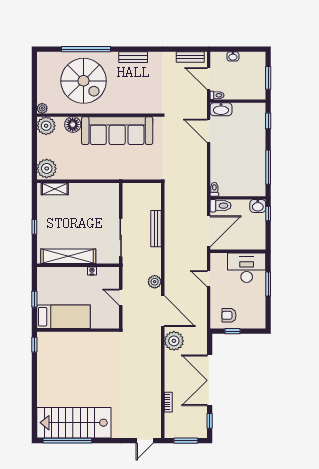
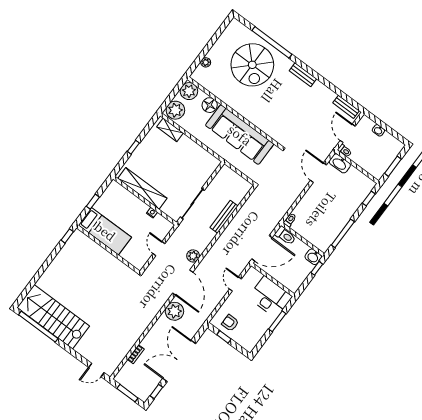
wall: (99, 115) -> (235, 113), moved
floor lamp: (73, 125) -> (210, 105), moved
plant: (46, 126) -> (189, 91), moved
sofa: (117, 131) -> (240, 135), moved

